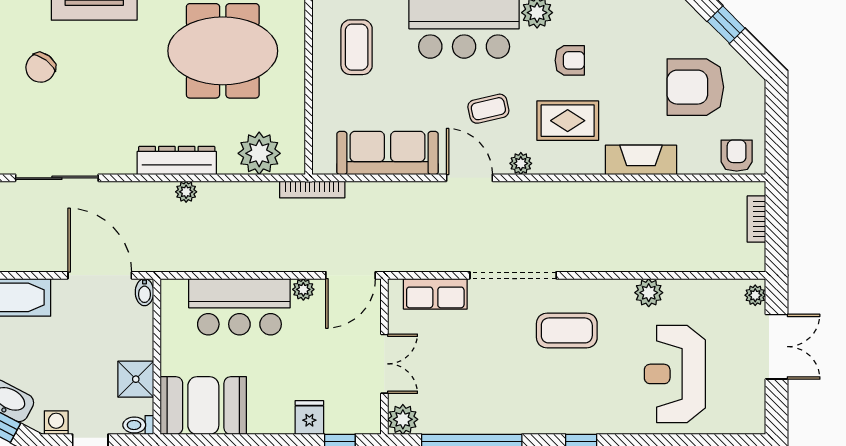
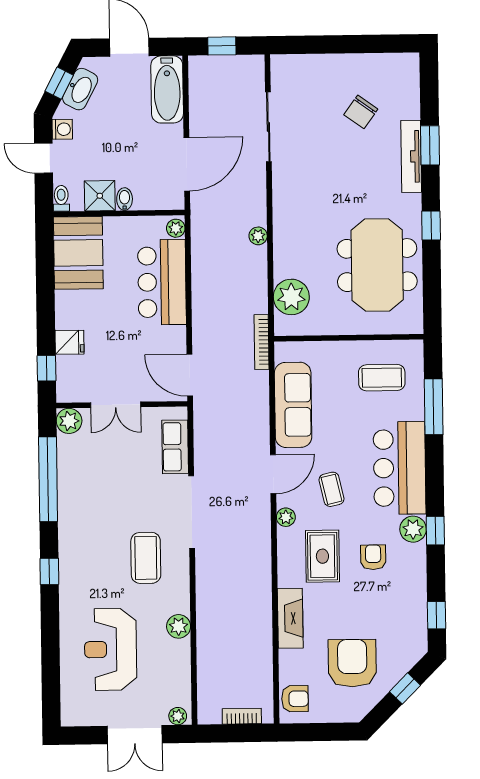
armchair: (570, 60) -> (373, 557), turned 180
chair: (41, 68) -> (361, 112), turned -91
dresser: (177, 160) -> (284, 228), removed
plant: (303, 289) -> (176, 228), moved
bidet: (145, 292) -> (125, 199), moved, turned 90
reception desk: (675, 374) -> (110, 649), turned -90

